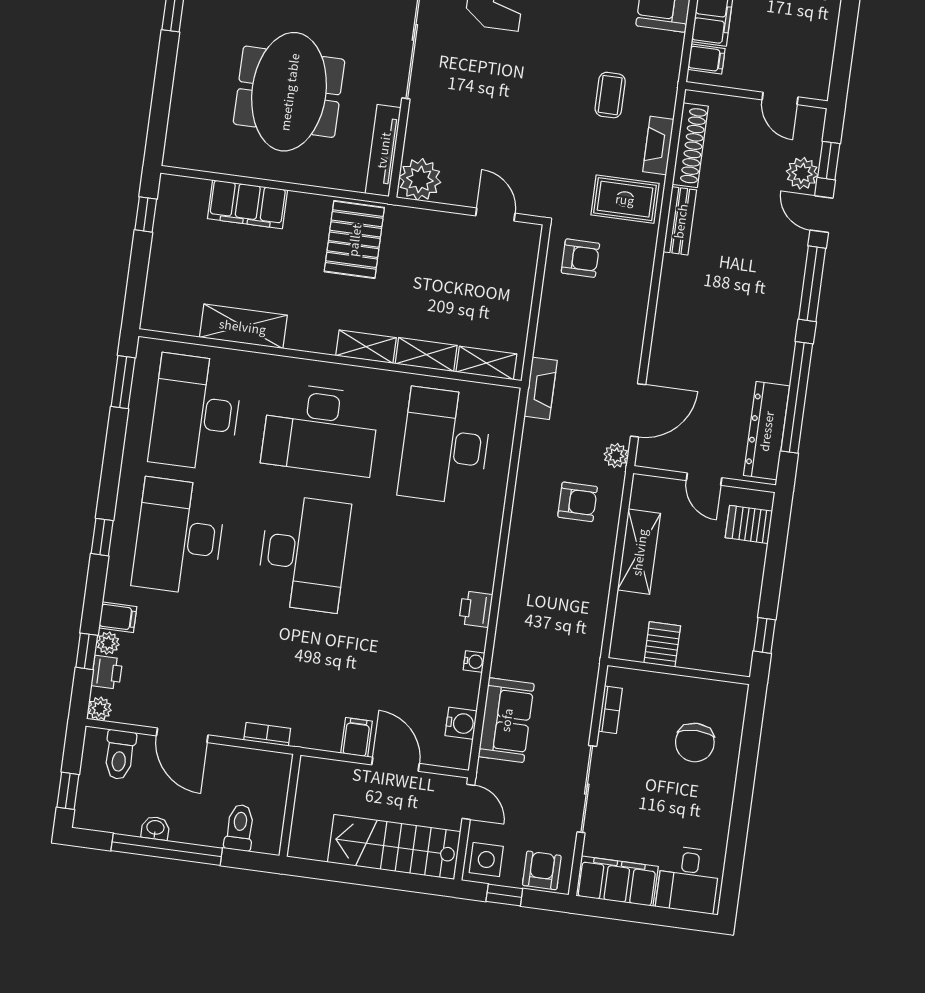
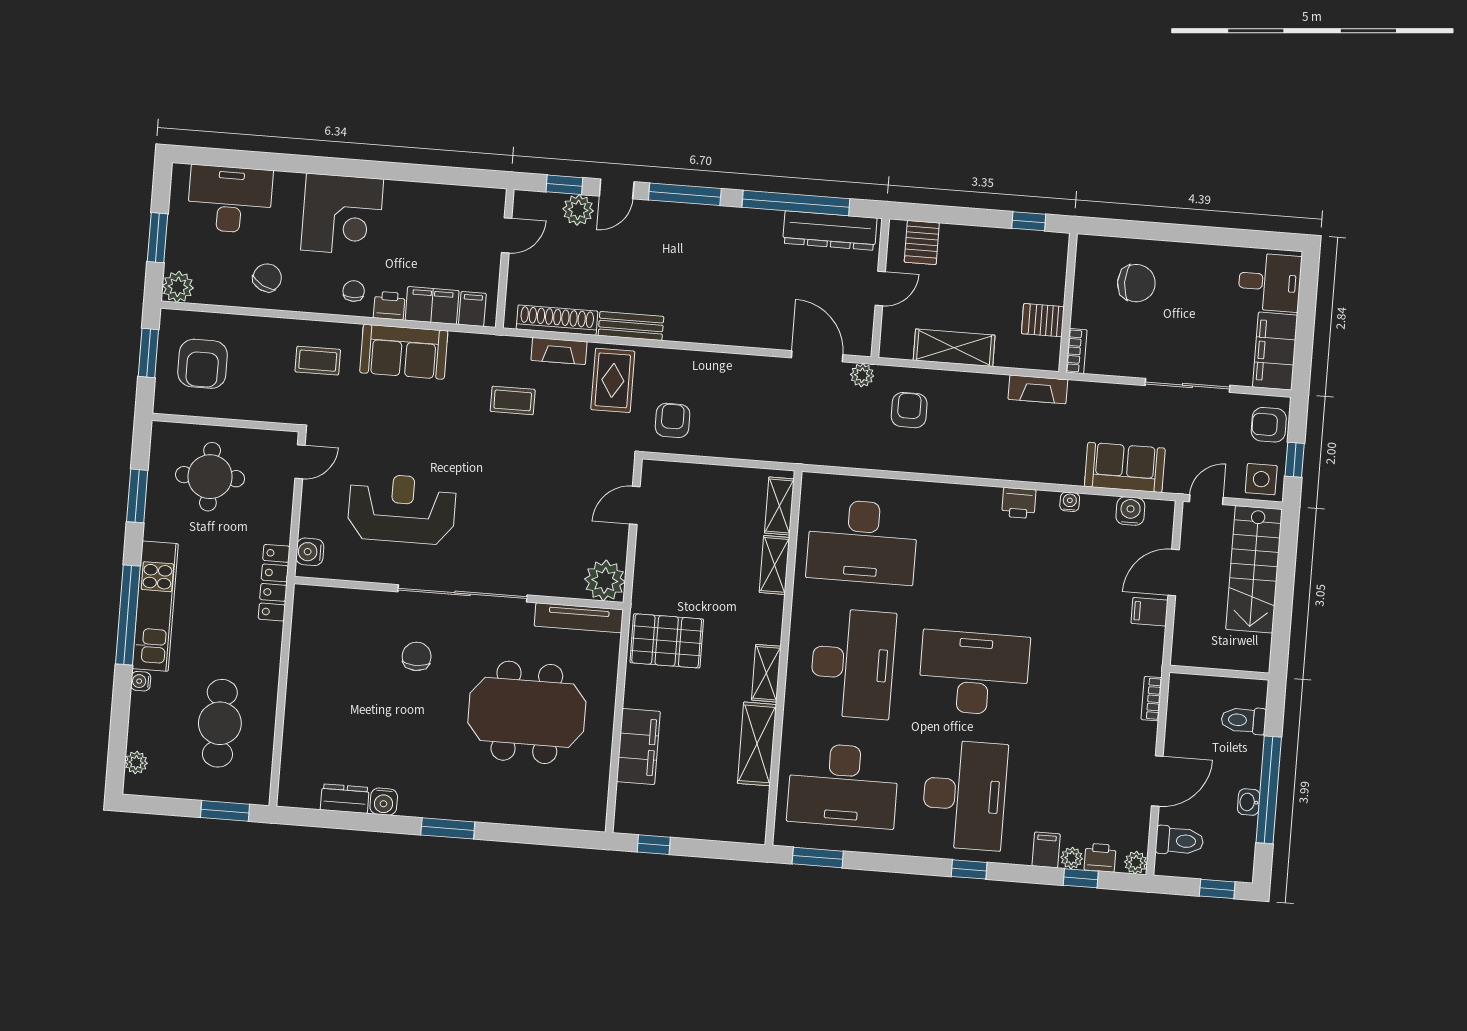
shelving: (366, 347) -> (766, 673), moved
fireplace: (541, 388) -> (1038, 389), moved, turned 180
desk: (179, 536) -> (964, 795), turned -90
bookcase: (610, 710) -> (1076, 351), moved, turned 90

